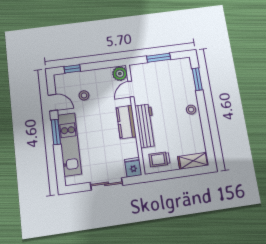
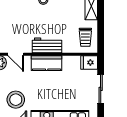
stool: (84, 95) -> (16, 100), width x1.89, depth x1.89
workbench: (146, 126) -> (47, 45), width x0.73

